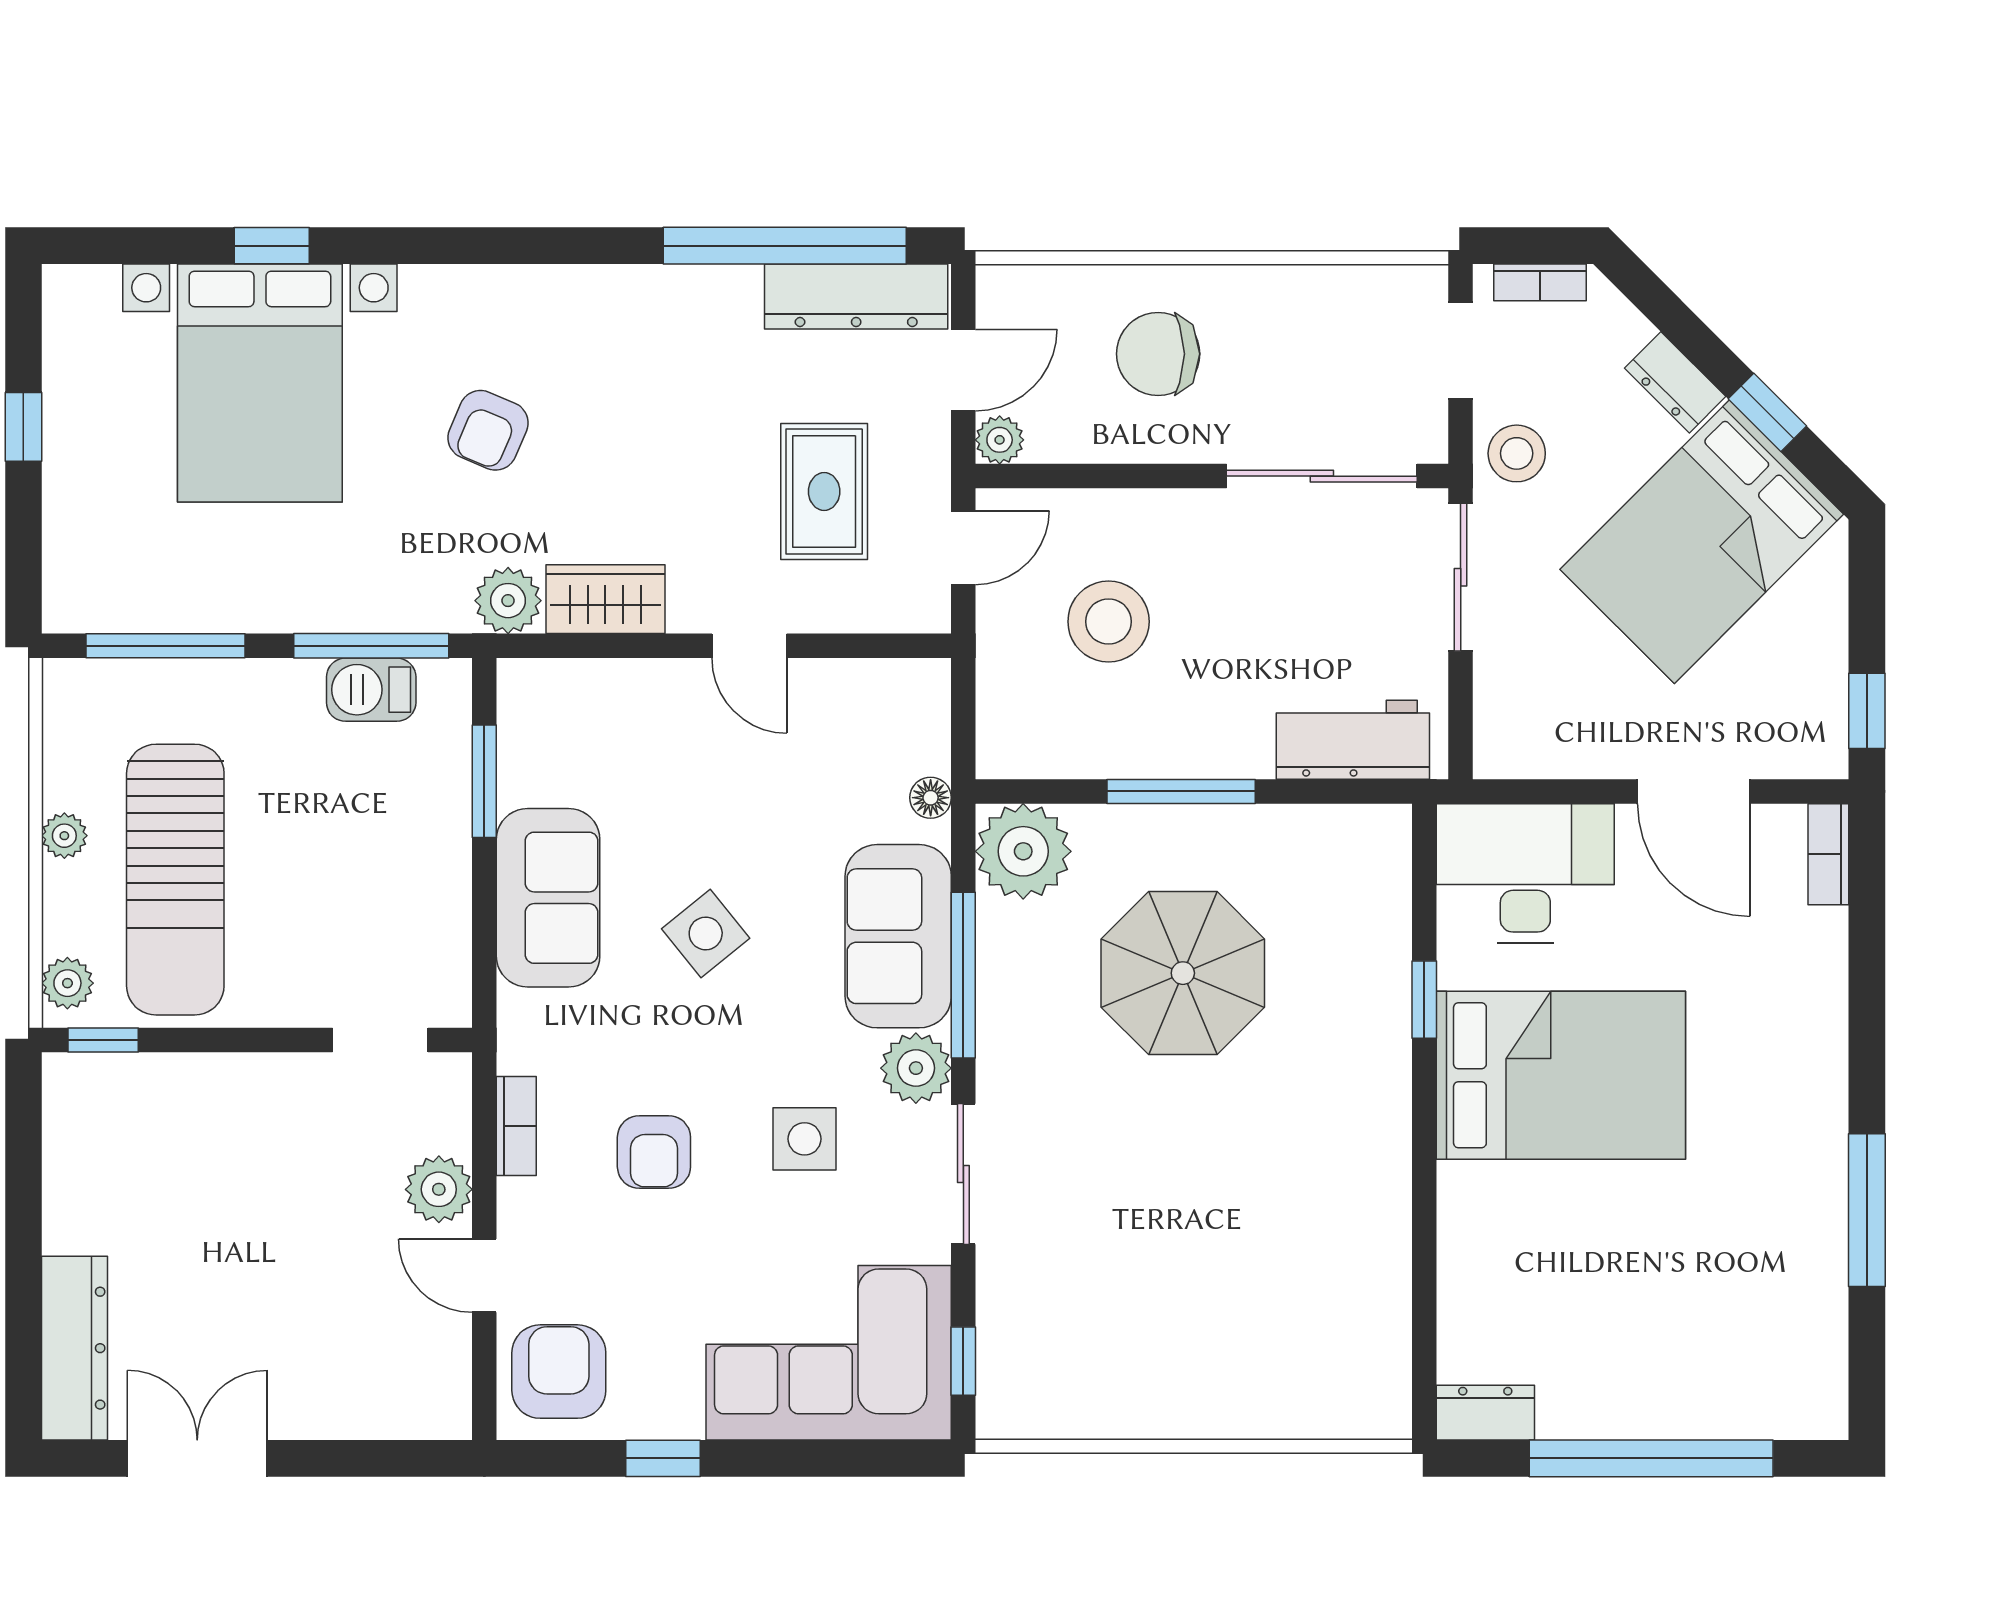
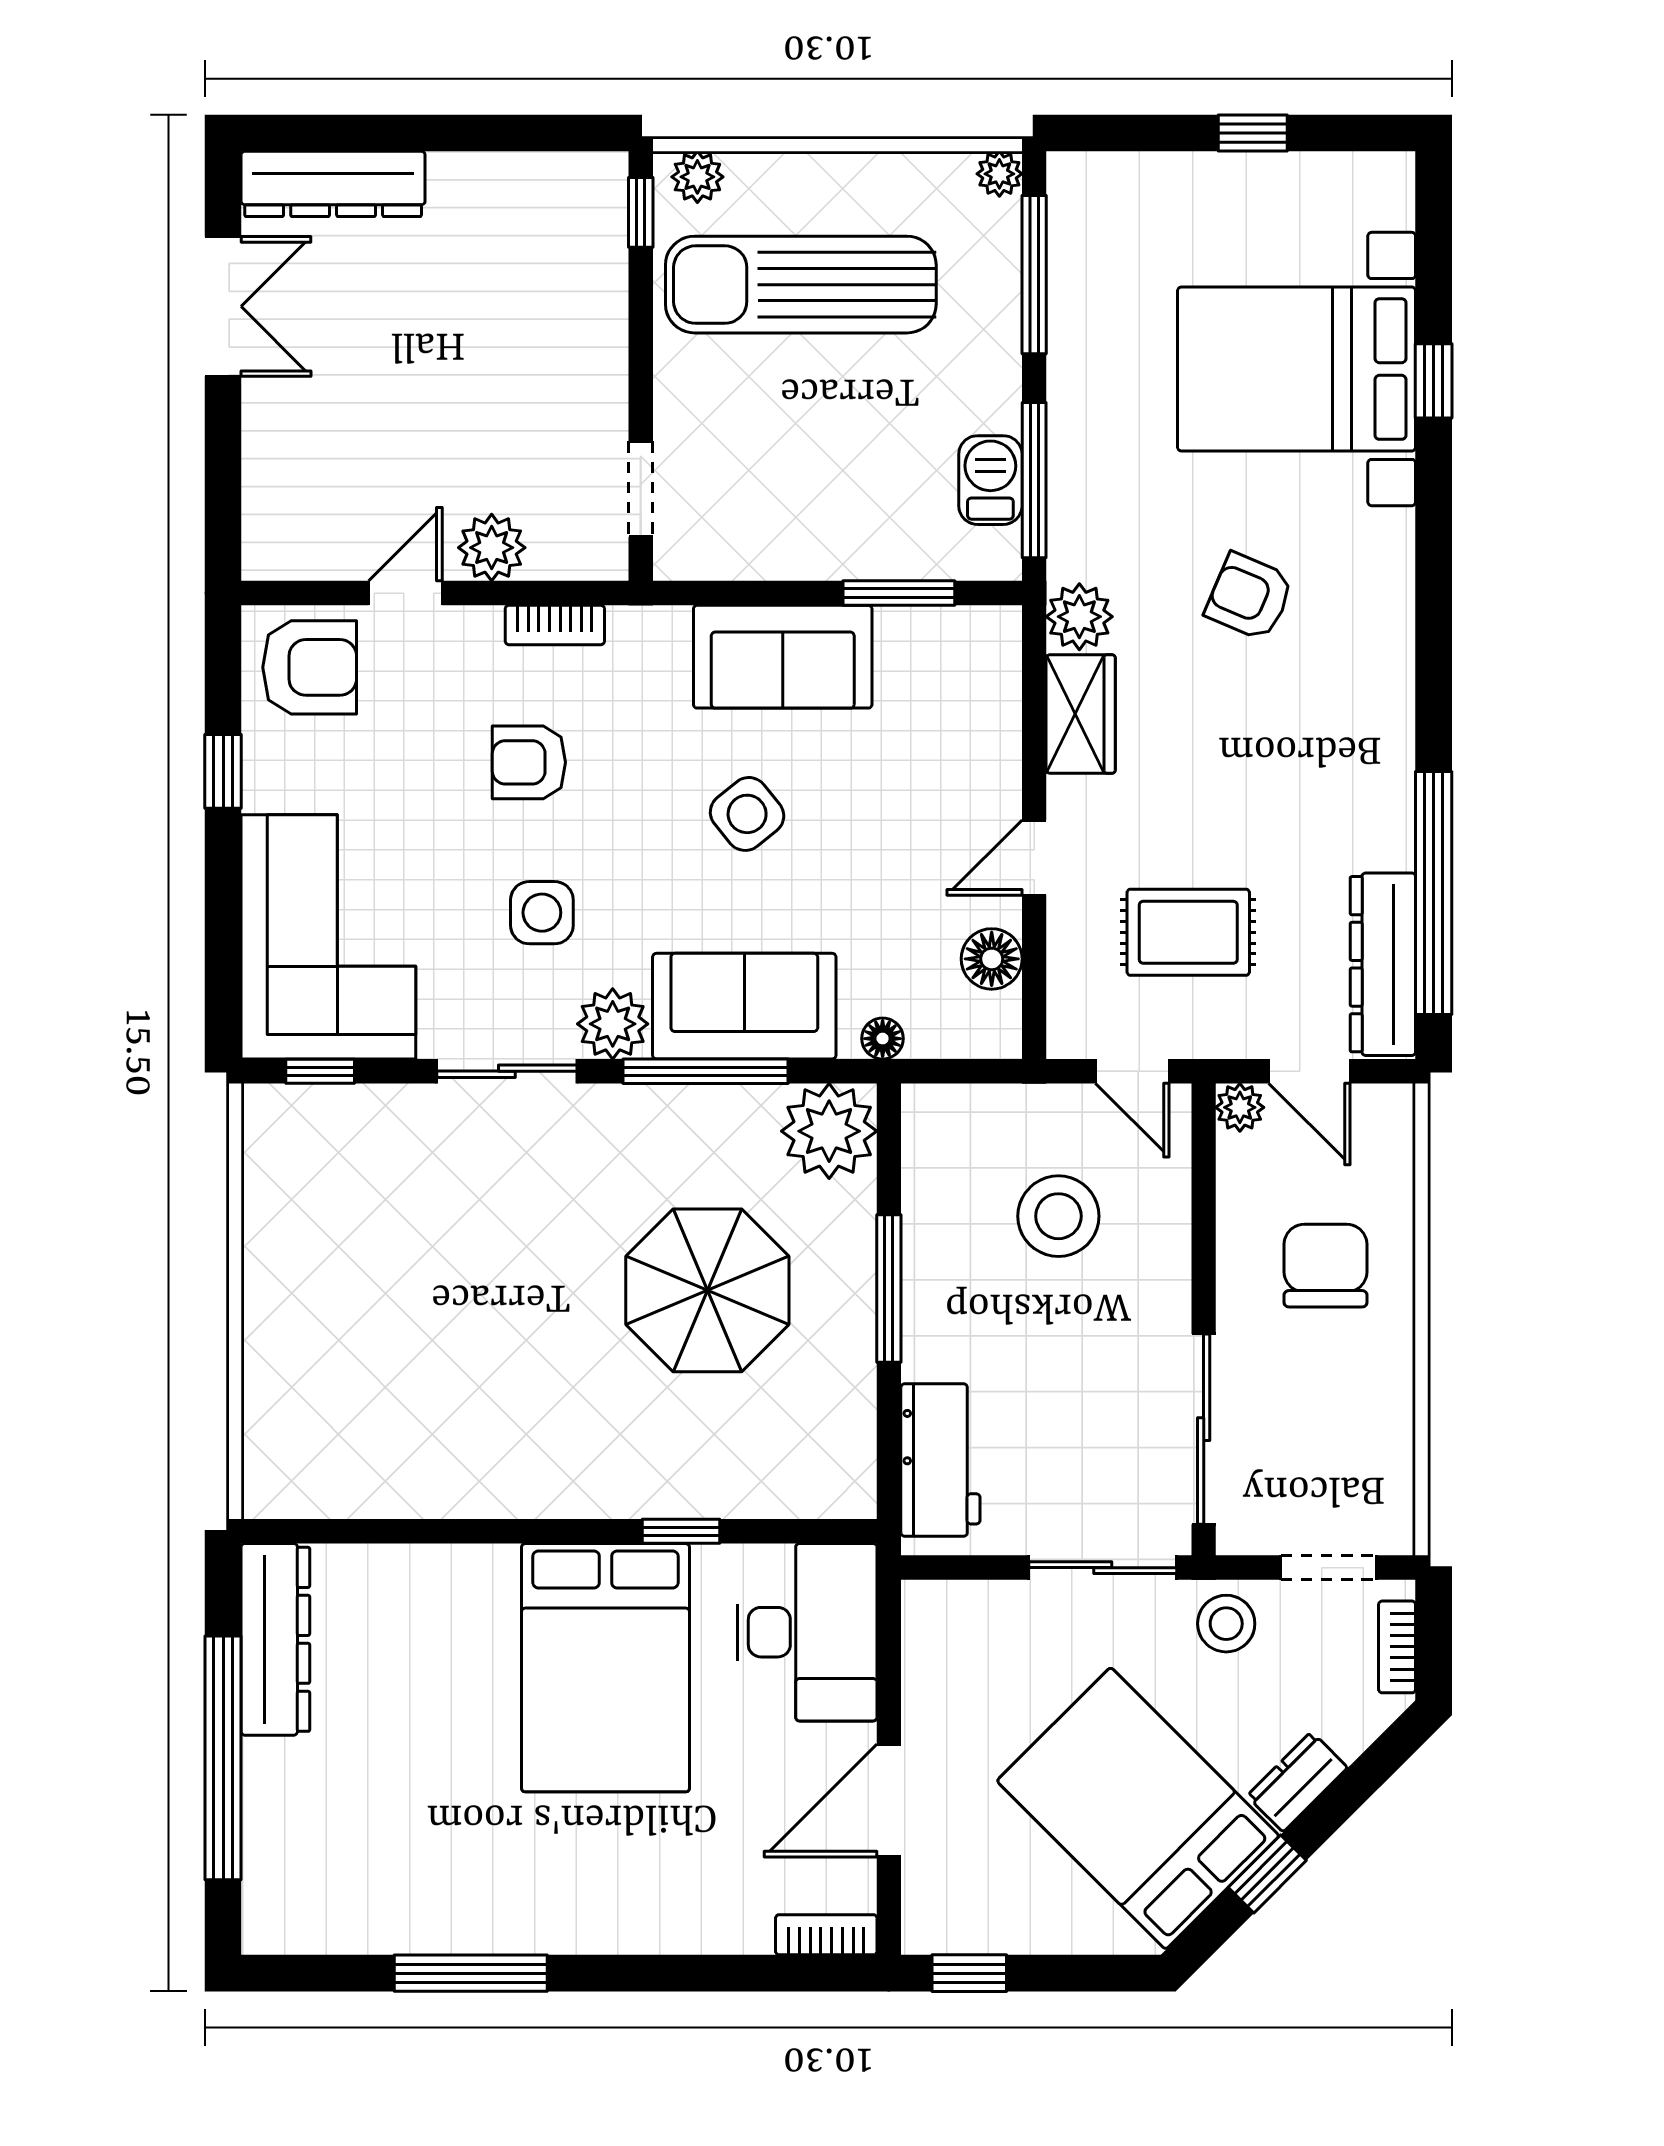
floor lamp: (851, 688) -> (992, 959), added
plant: (64, 836) -> (999, 174), moved
dresser: (1485, 1413) -> (275, 1639), width x1.96, depth x1.24

